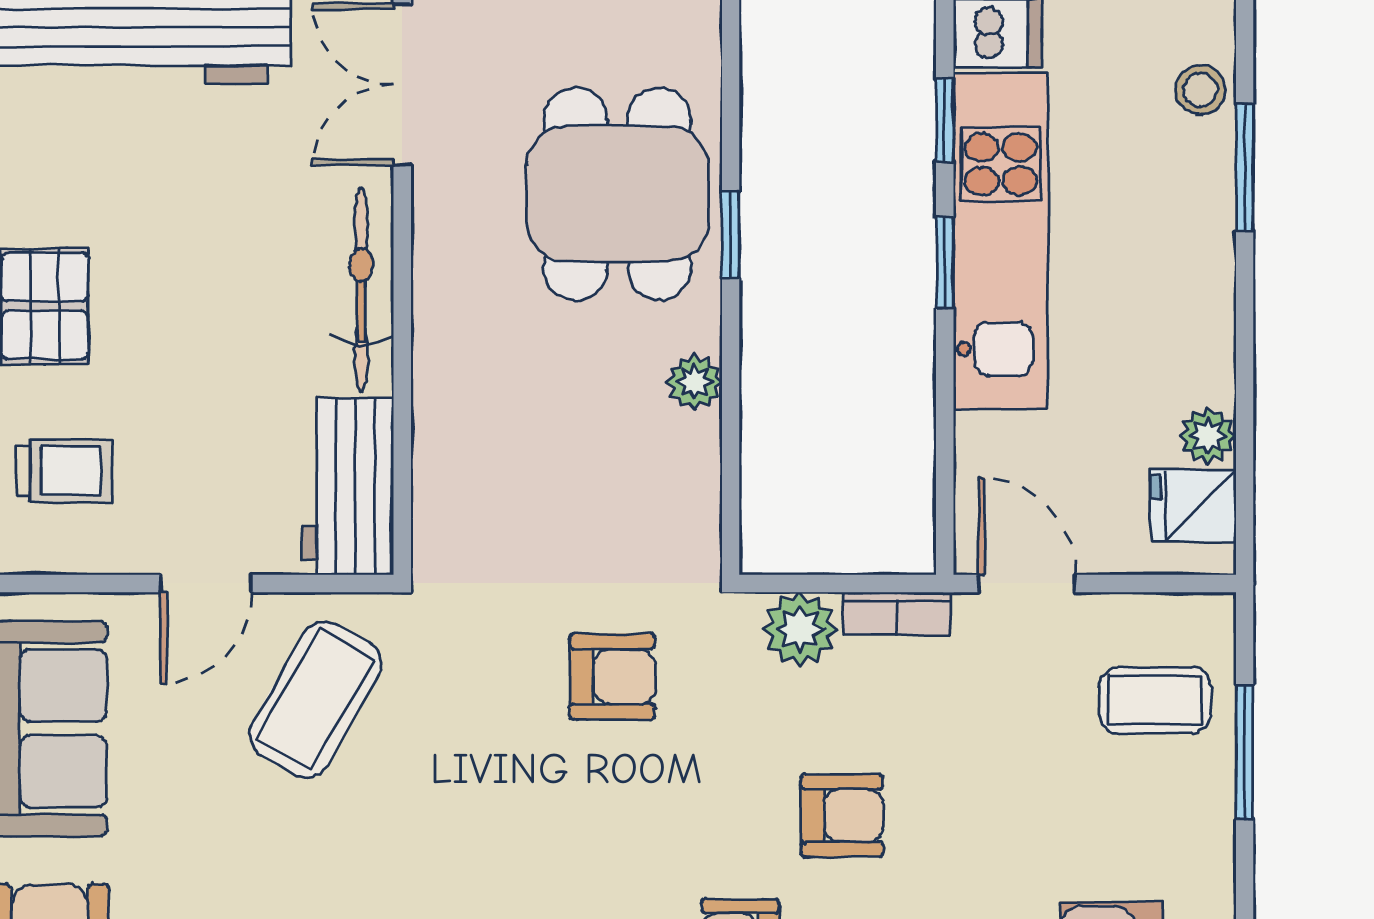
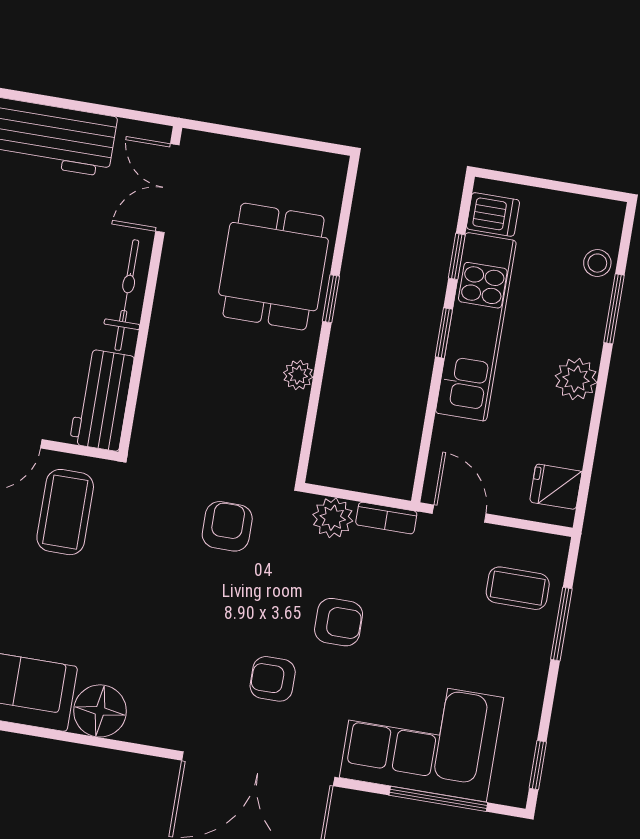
plant: (1208, 436) -> (576, 379), moved, width x1.38, depth x1.38
armchair: (612, 677) -> (227, 526), turned -90
coffee table: (316, 700) -> (65, 512), turned -30

